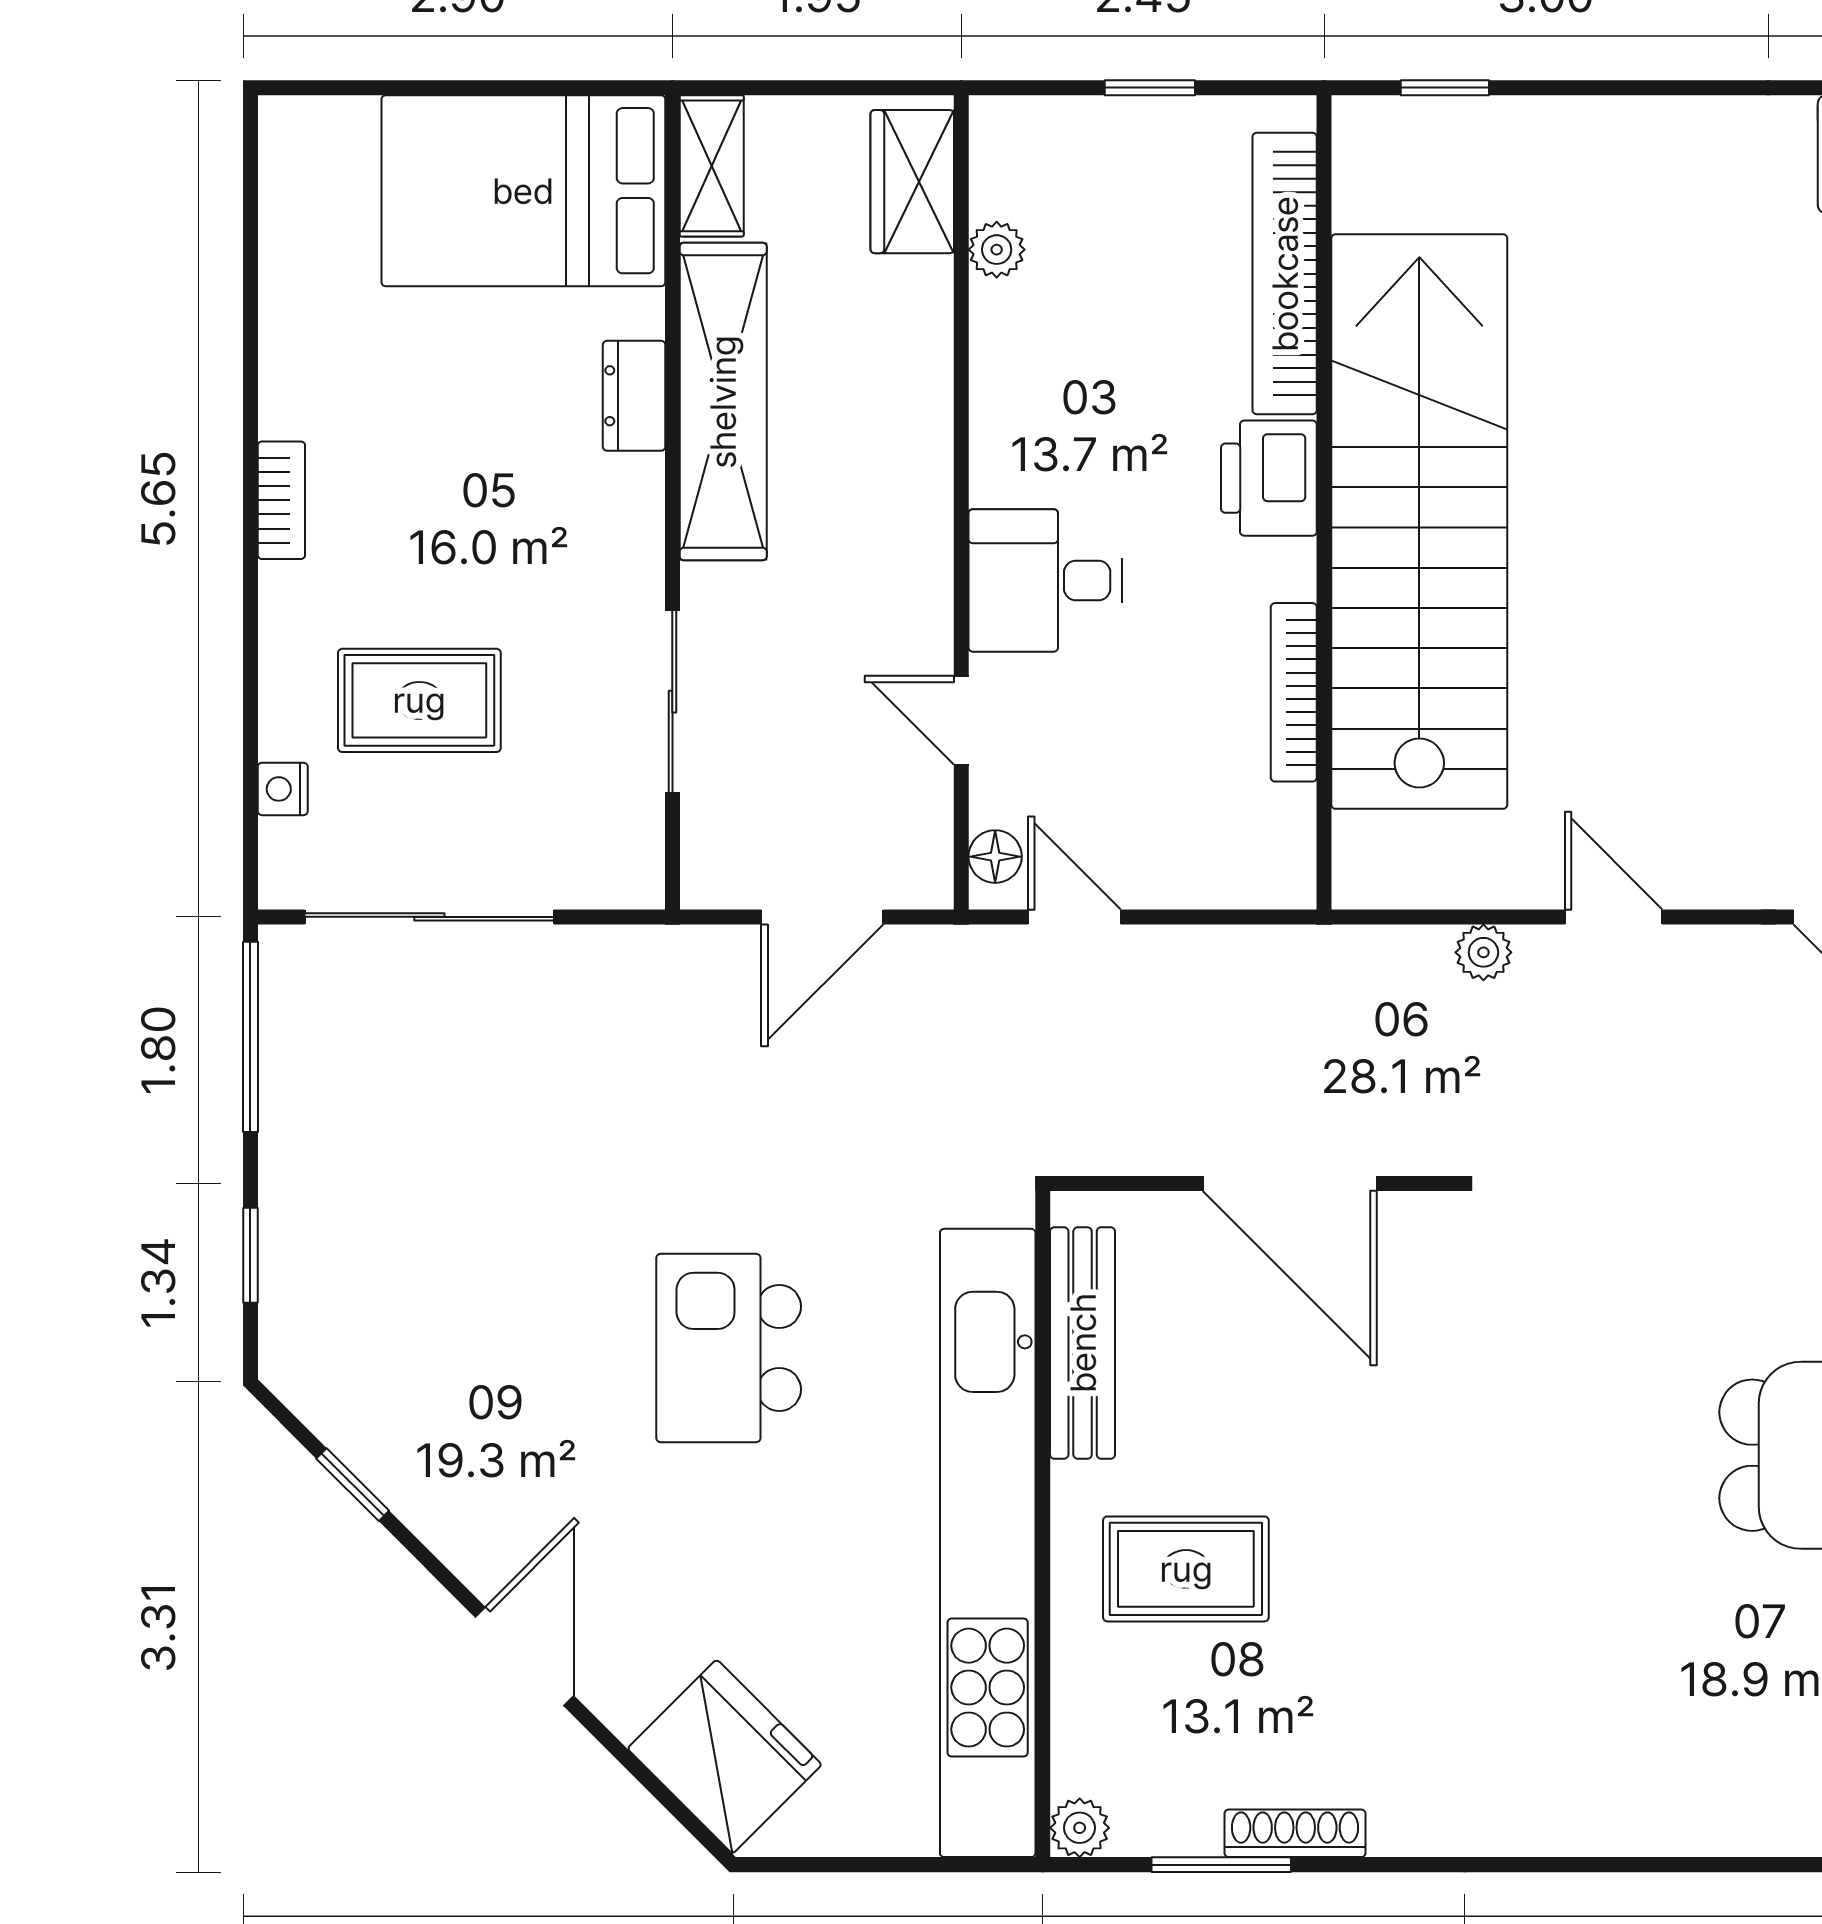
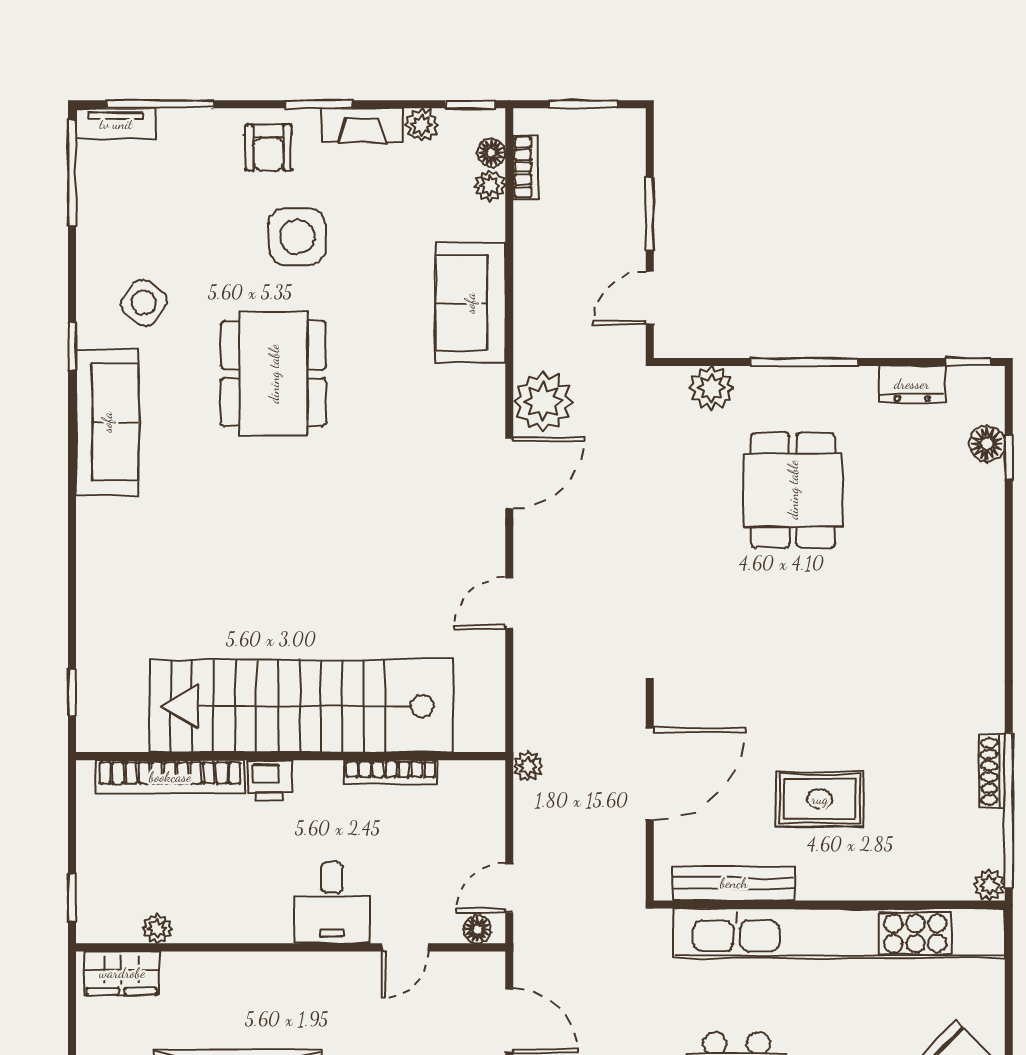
window: (1150, 88) -> (72, 898), moved
printer: (1269, 478) -> (270, 780), width x0.73, depth x0.81
plant: (1483, 952) -> (528, 766), moved
rug: (1186, 1569) -> (820, 799), moved, turned 90
window: (1221, 1865) -> (1009, 810), width x2.11

